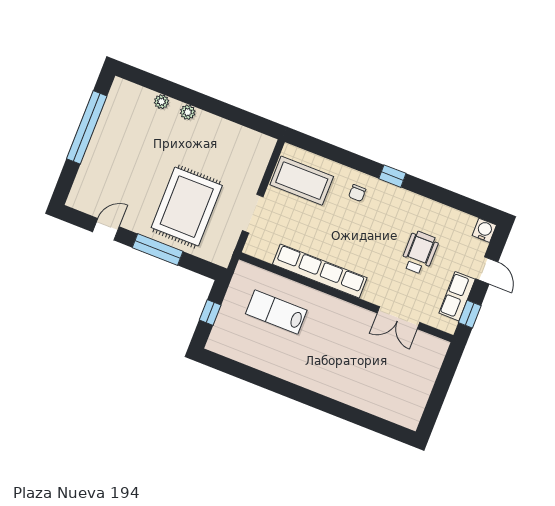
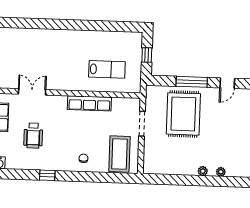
window: (392, 176) -> (47, 175), moved
coffee table: (302, 181) -> (120, 154), turned 90
row of seats: (320, 271) -> (89, 103), width x0.73

